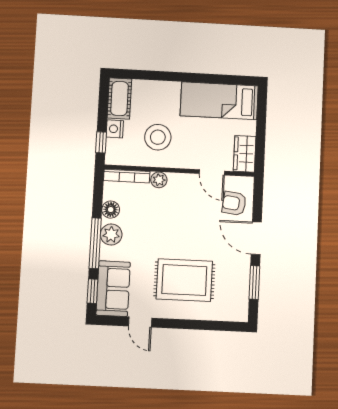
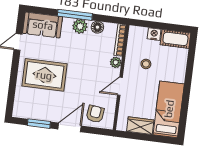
stool: (158, 137) -> (146, 64), width x0.53, depth x0.53
window: (101, 142) -> (145, 24), removed
wardrobe: (245, 154) -> (140, 126), moved
door: (212, 172) -> (120, 86), moved
rug: (184, 280) -> (44, 75), turned 90
window: (92, 291) -> (42, 11), removed

